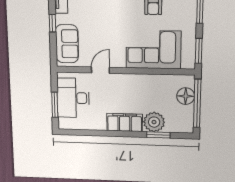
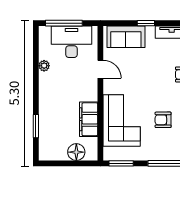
window: (197, 103) -> (69, 163), removed
window: (55, 105) -> (64, 23), width x1.44
filing cabinet: (125, 122) -> (89, 119), moved, turned 180
plant: (154, 122) -> (44, 66), moved, width x0.53, depth x0.53

